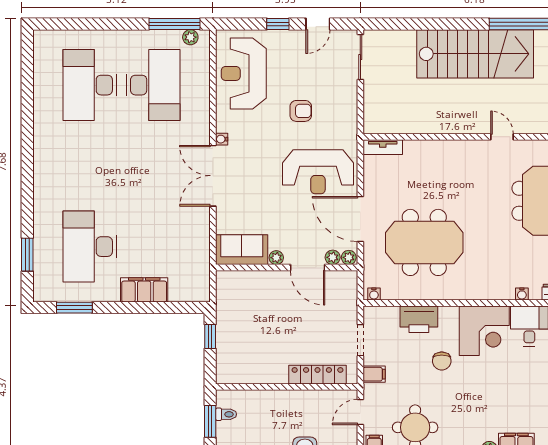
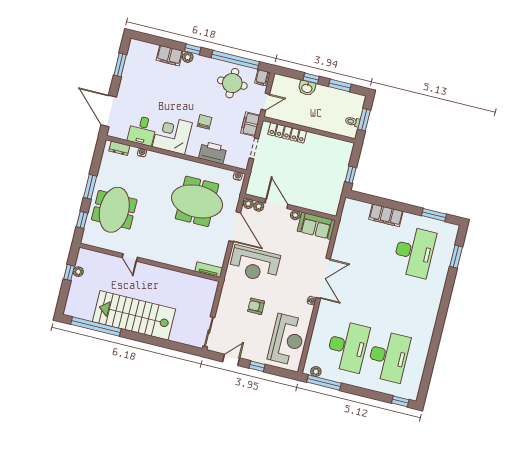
window: (57, 24) -> (400, 401), added
desk: (153, 85) -> (348, 346), turned 180
reception desk: (318, 172) -> (255, 264), turned 180
filing cabinet: (374, 374) -> (250, 124), width x2.00

